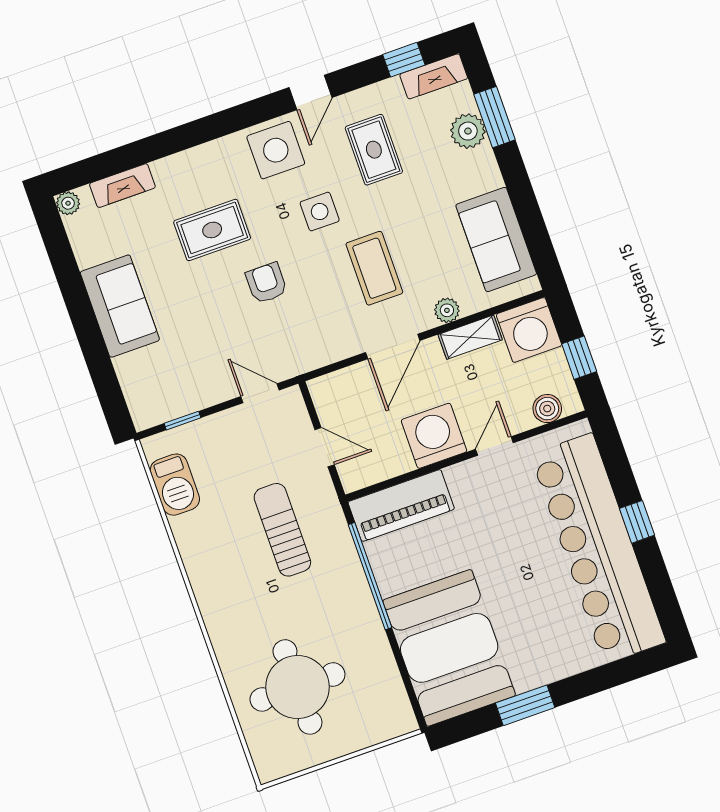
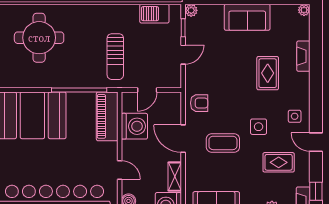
side table: (276, 150) -> (295, 116), width x0.54, depth x0.54
fireplace: (122, 186) -> (303, 56), moved
armchair: (266, 283) -> (199, 103), moved
plant: (447, 310) -> (191, 10), moved
door: (260, 393) -> (183, 55), moved
washing machine: (434, 436) -> (134, 126), moved
sun lounger: (282, 530) -> (115, 57), turned 90

